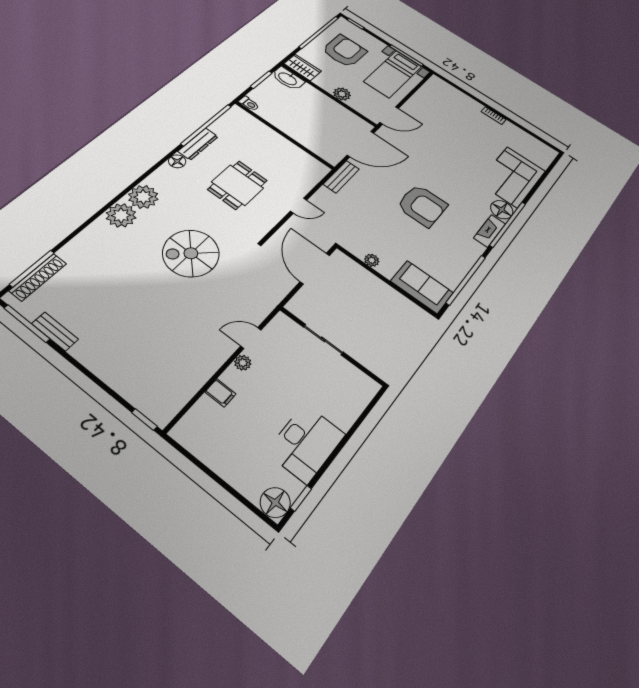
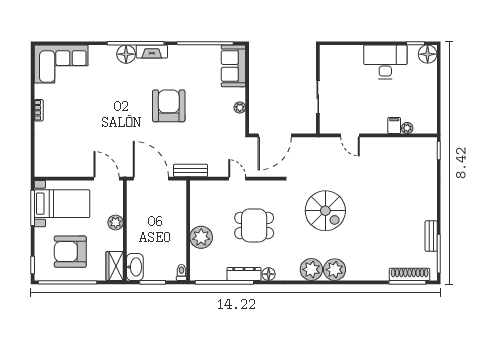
plant: (268, 139) -> (201, 237), added
corner sofa: (512, 177) -> (61, 64), moved
plant: (243, 363) -> (407, 128), moved

